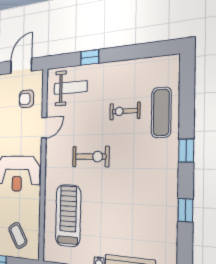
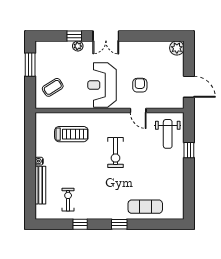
armchair: (26, 99) -> (140, 85), moved
exercise bike: (125, 111) -> (68, 200), moved
treadmill: (68, 216) -> (71, 134), width x0.73, depth x0.73

